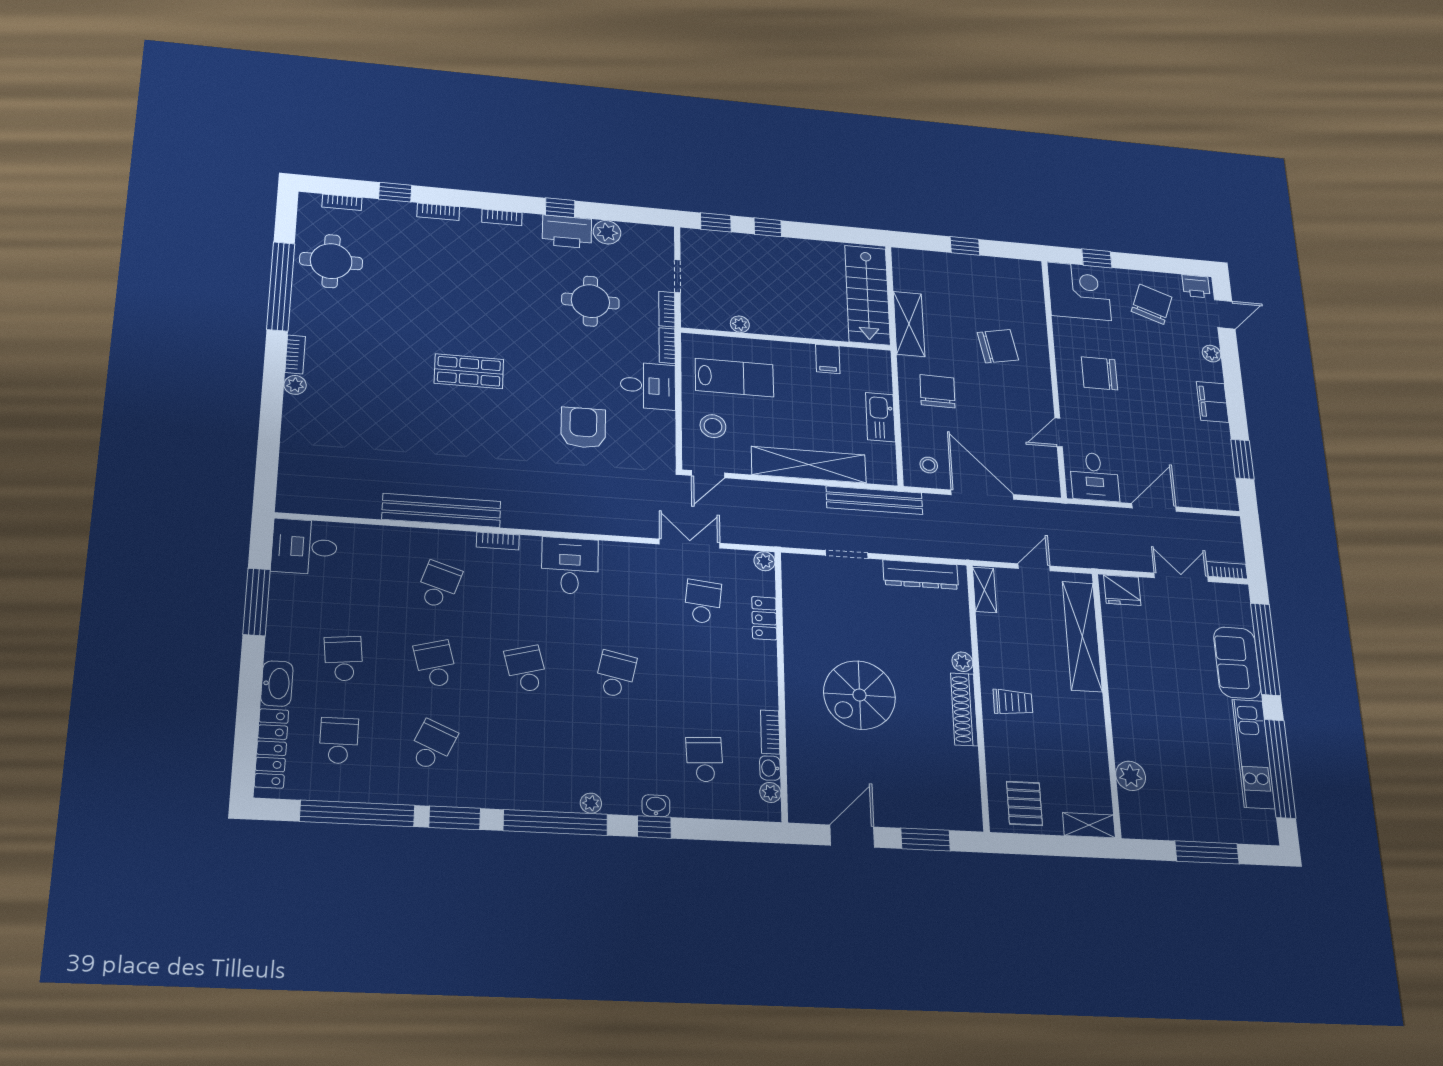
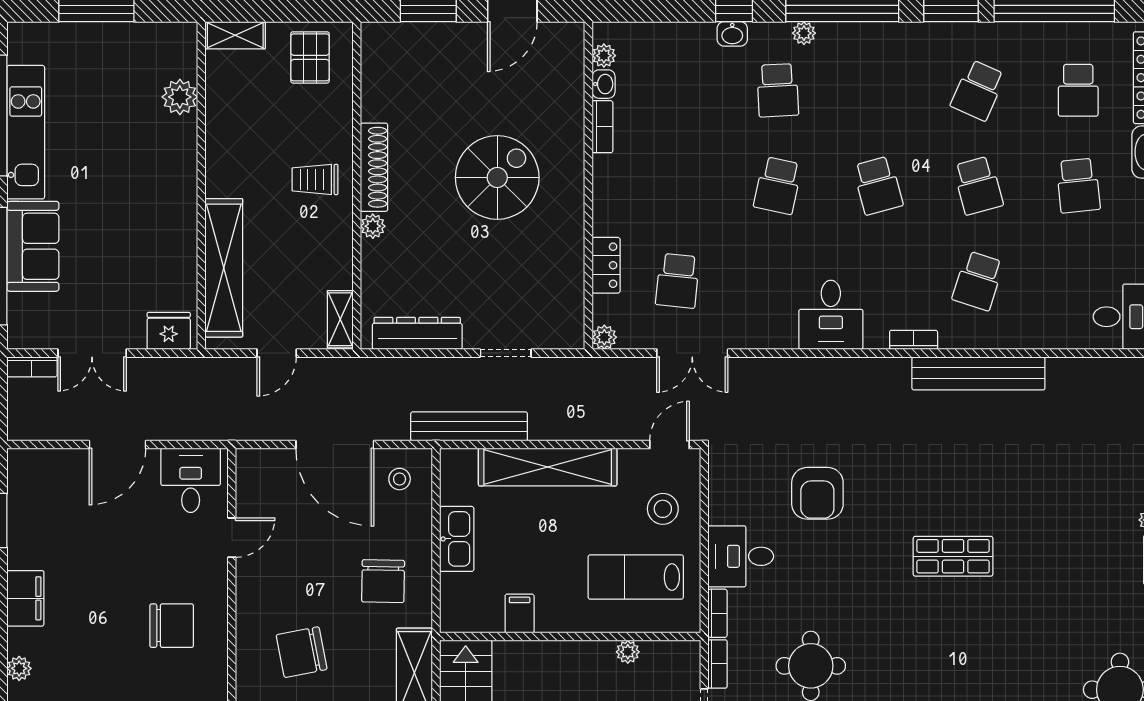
school desk: (705, 759) -> (778, 90), moved

